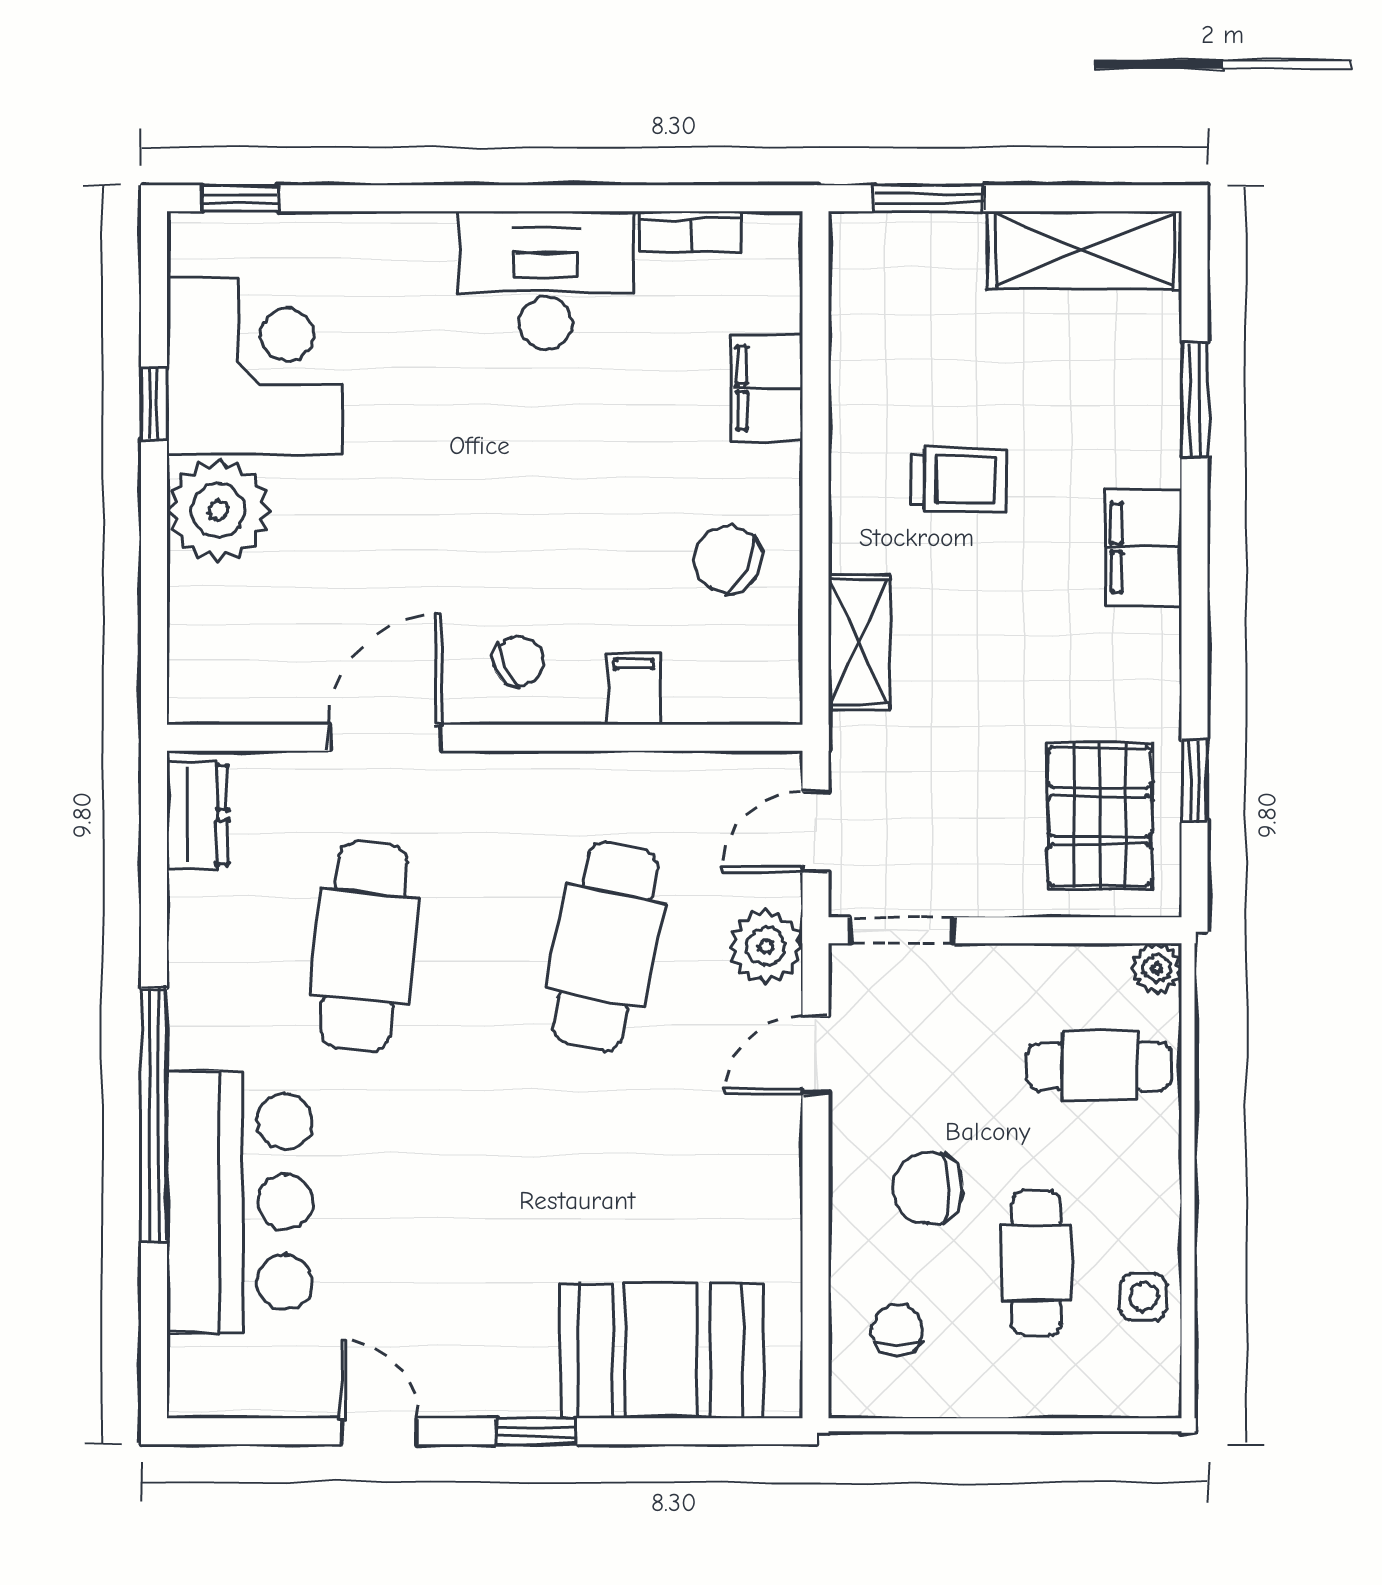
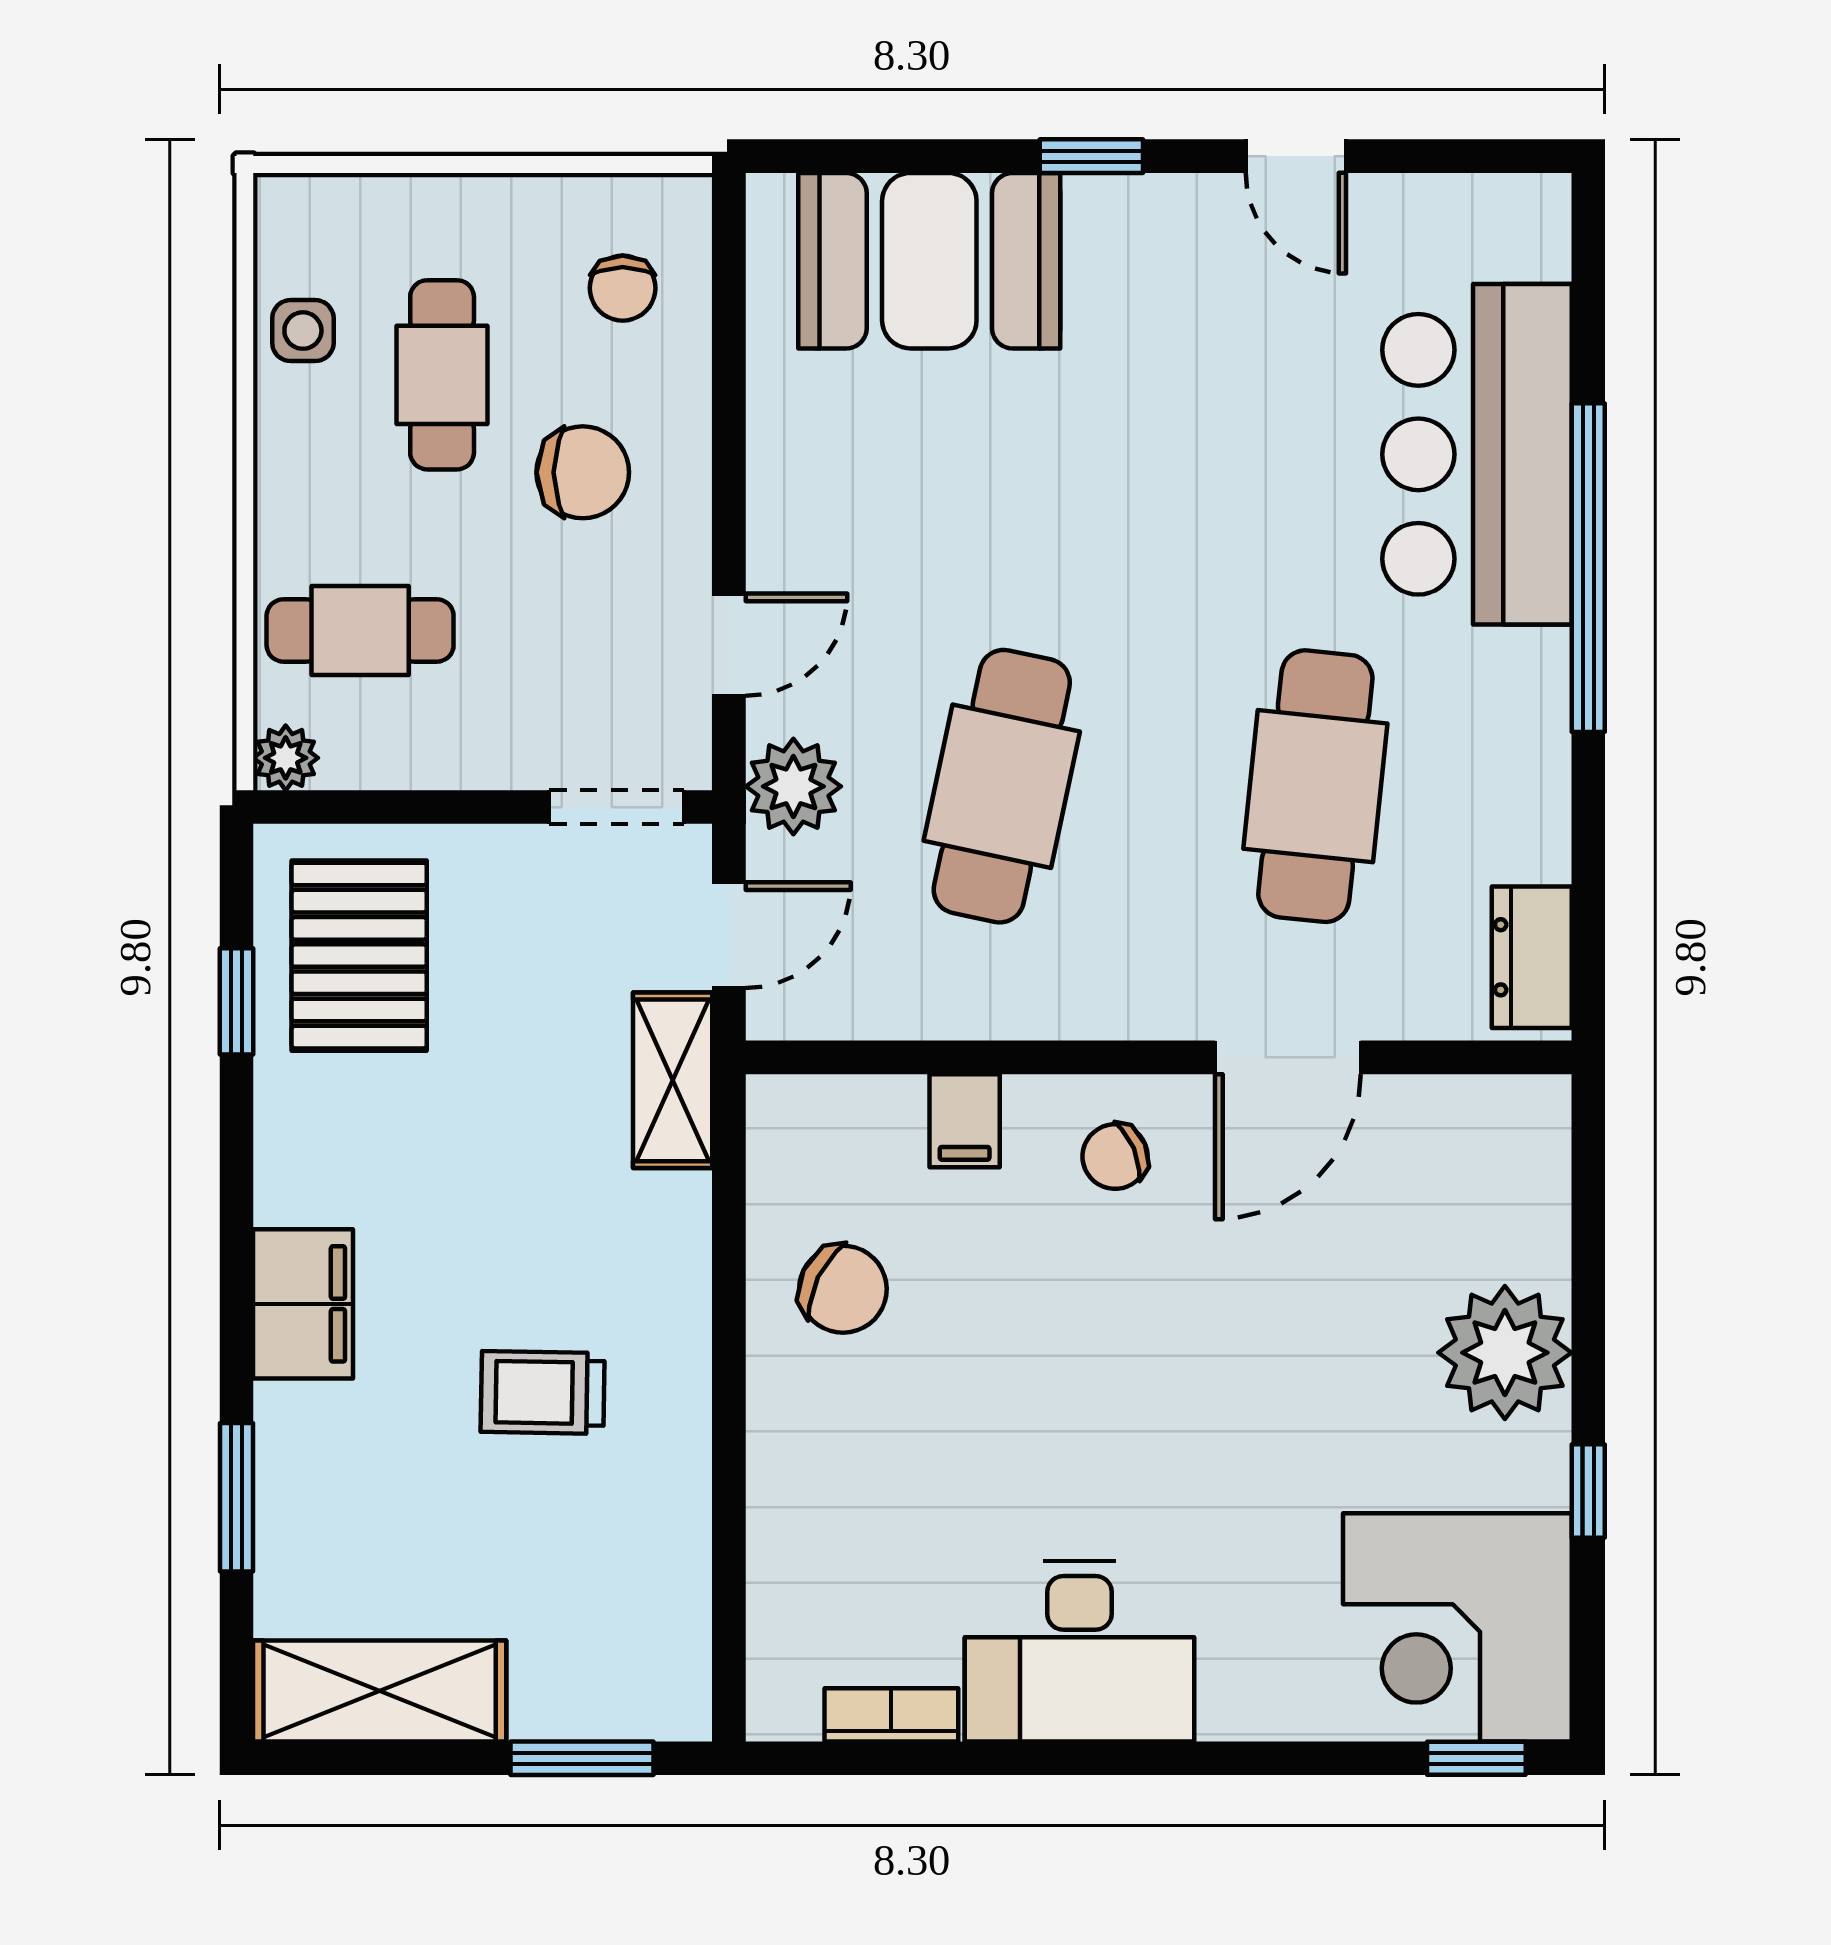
corner desk: (255, 366) -> (1457, 1627), moved
filing cabinet: (767, 388) -> (792, 1512), removed
shelving: (859, 642) -> (673, 1080), moved

